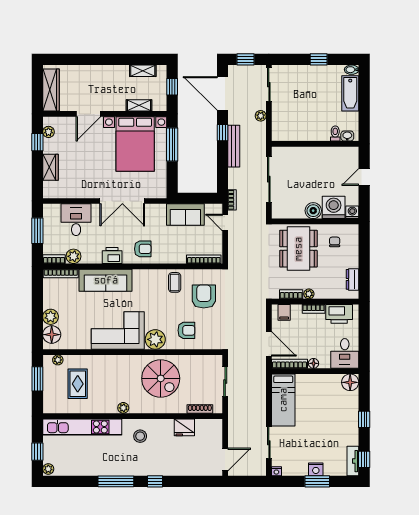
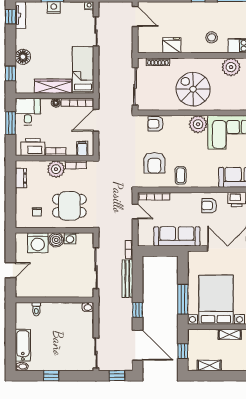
shelving: (139, 105) -> (230, 334), moved
plant: (261, 116) -> (103, 325), removed
washbasin: (347, 136) -> (88, 307), moved
bench: (234, 146) -> (127, 279), moved
washing machine: (352, 212) -> (70, 238), moved
sofa: (185, 215) -> (177, 236), width x1.36
door: (225, 222) -> (135, 211), moved
dining table: (298, 249) -> (69, 206), width x0.73
plant: (309, 294) -> (56, 169), width x1.87, depth x1.87
armchair: (186, 330) -> (156, 124), moved
window: (364, 341) -> (10, 123), added
door: (269, 344) -> (96, 120), hinge flipped
sliding door: (225, 382) -> (135, 86), width x1.37
wardrobe: (317, 382) -> (53, 86), added
floor lamp: (350, 382) -> (23, 57), moved
plant: (123, 408) -> (231, 67), width x1.88, depth x1.88
window: (364, 419) -> (10, 74), moved
door: (225, 460) -> (135, 16), swing flipped

